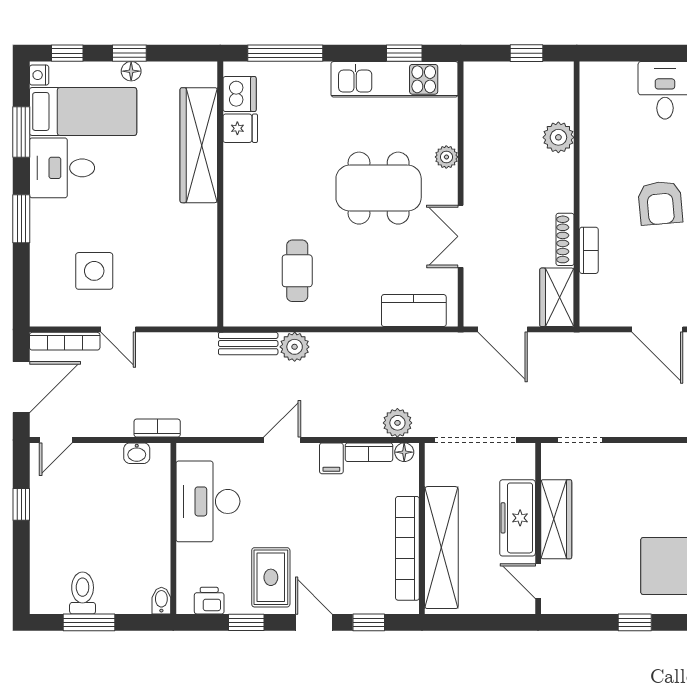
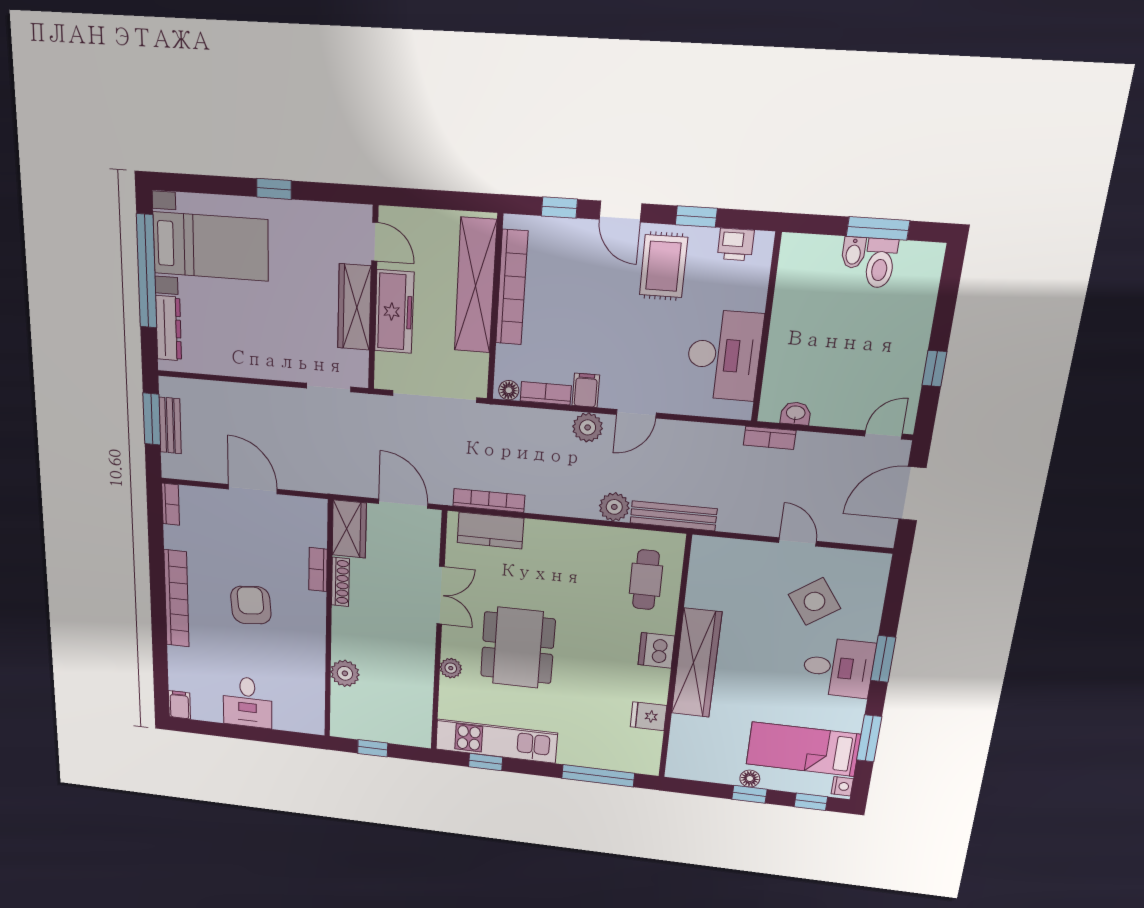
dishwasher: (240, 94) -> (656, 650), moved
wardrobe: (199, 145) -> (696, 663), moved
desk: (62, 168) -> (838, 668), moved
dining table: (379, 188) -> (518, 648), turned 90
side table: (94, 271) -> (814, 601), turned -35
cafe table: (297, 271) -> (646, 580), moved
bookcase: (65, 341) -> (489, 500), moved
bench: (248, 344) -> (673, 516), width x1.36
plant: (397, 423) -> (588, 427), moved
bidet: (161, 601) -> (854, 252), moved

